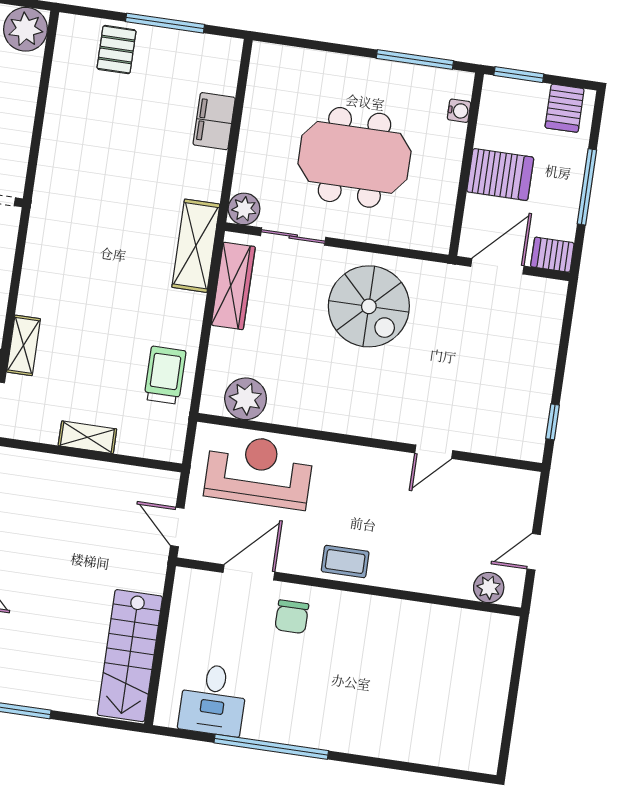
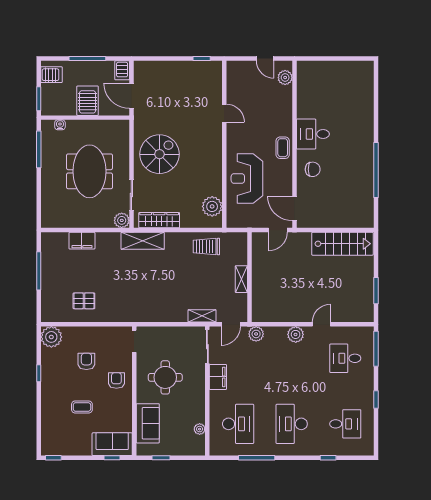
pallet: (117, 50) -> (84, 301), moved
reception desk: (259, 471) -> (247, 178), moved
door: (249, 572) -> (294, 208), moved
desk: (213, 700) -> (313, 134), moved, turned 180

